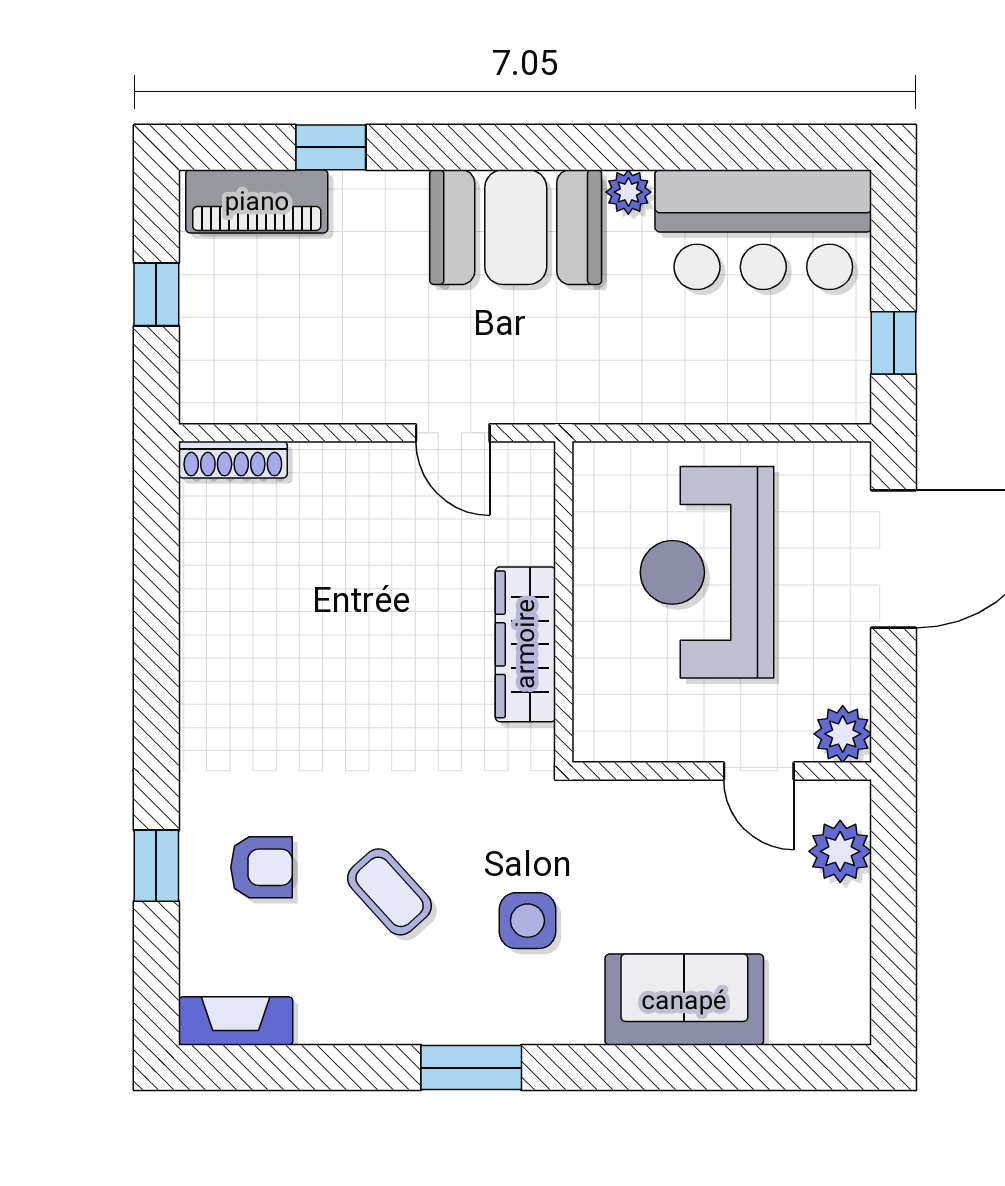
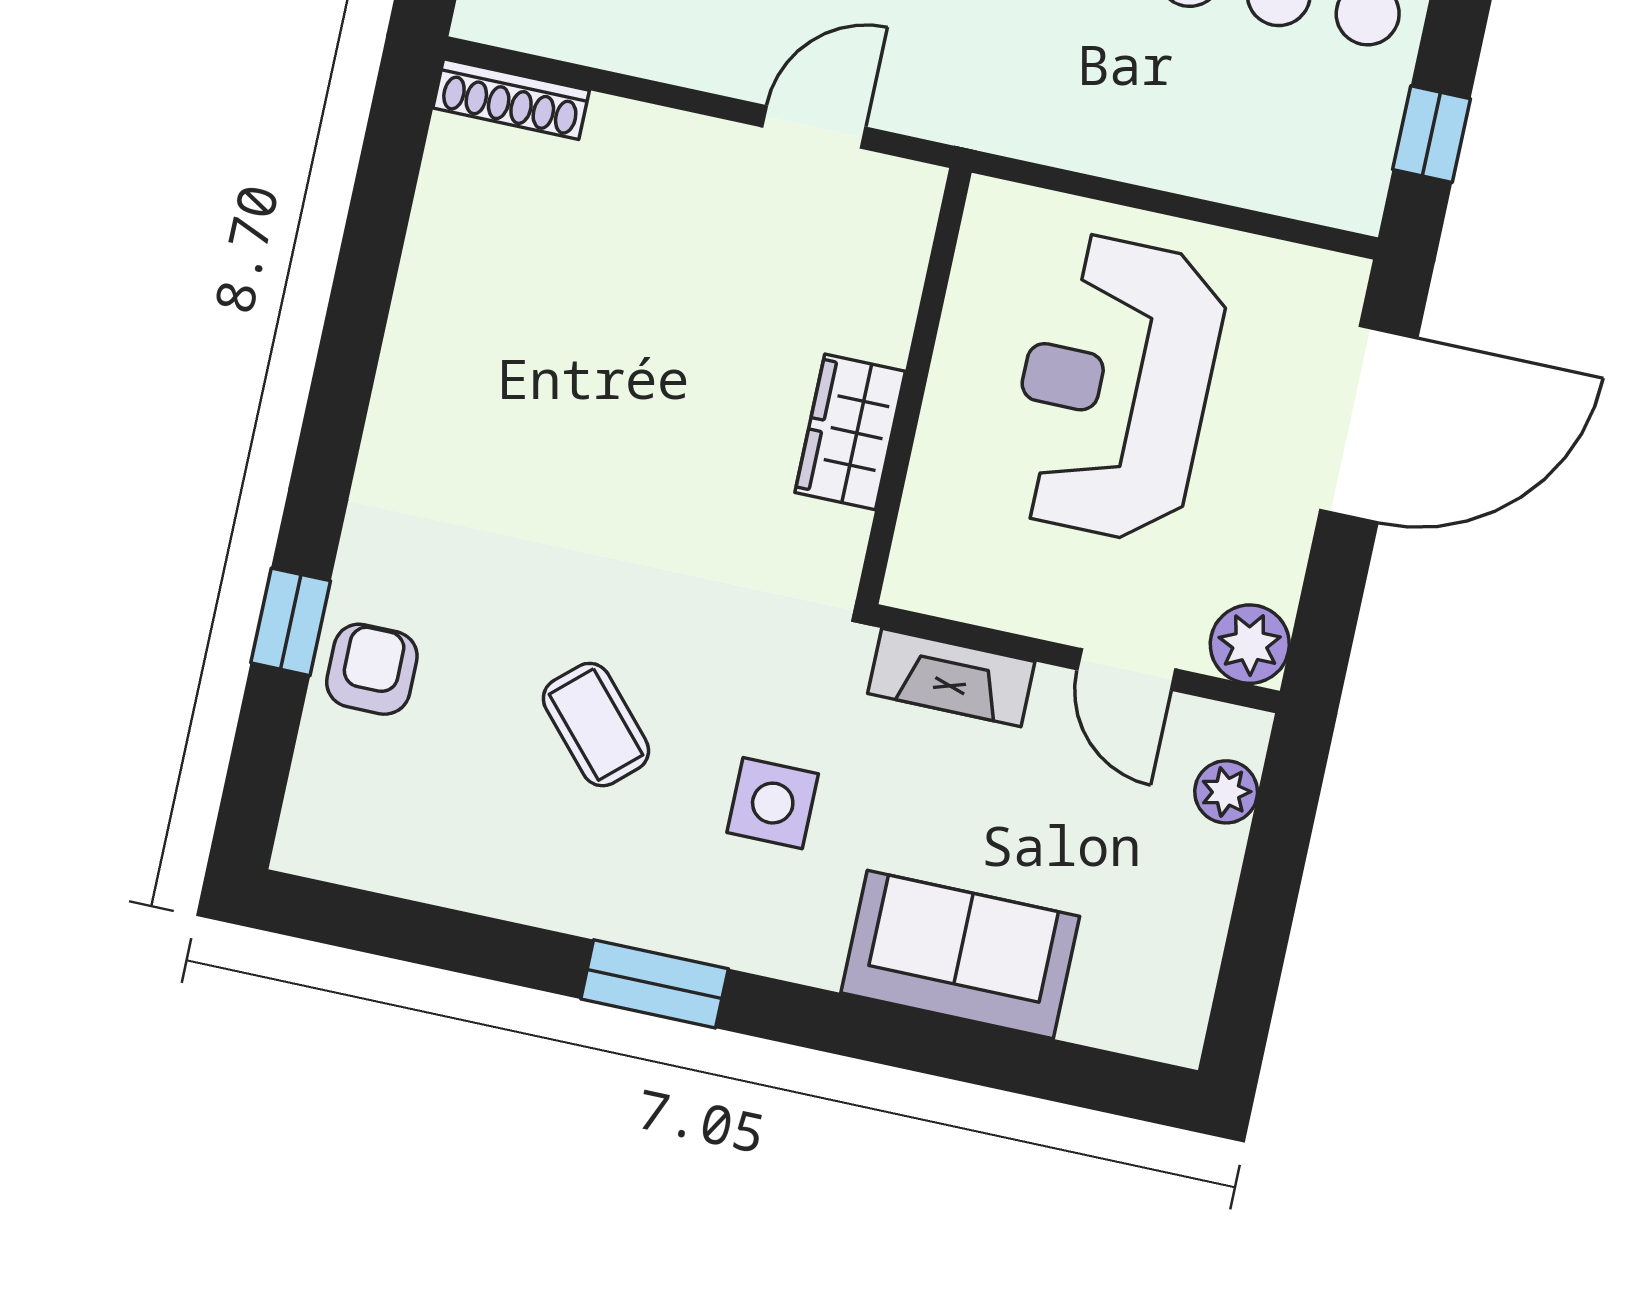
door: (453, 433) -> (814, 127), swing flipped
wardrobe: (525, 644) -> (850, 432), width x0.67
plant: (840, 851) -> (1226, 792), width x0.73, depth x0.73
armchair: (261, 867) -> (372, 669), moved, turned -90
fireplace: (236, 1021) -> (951, 677), moved, turned 180

